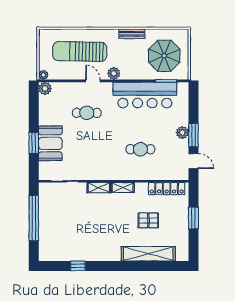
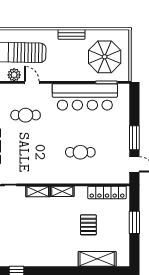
plant: (114, 73) -> (14, 75), moved
plant: (182, 133) -> (123, 135), removed
pallet: (148, 220) -> (88, 225), turned 90
shelving: (148, 254) -> (97, 259), width x0.68

